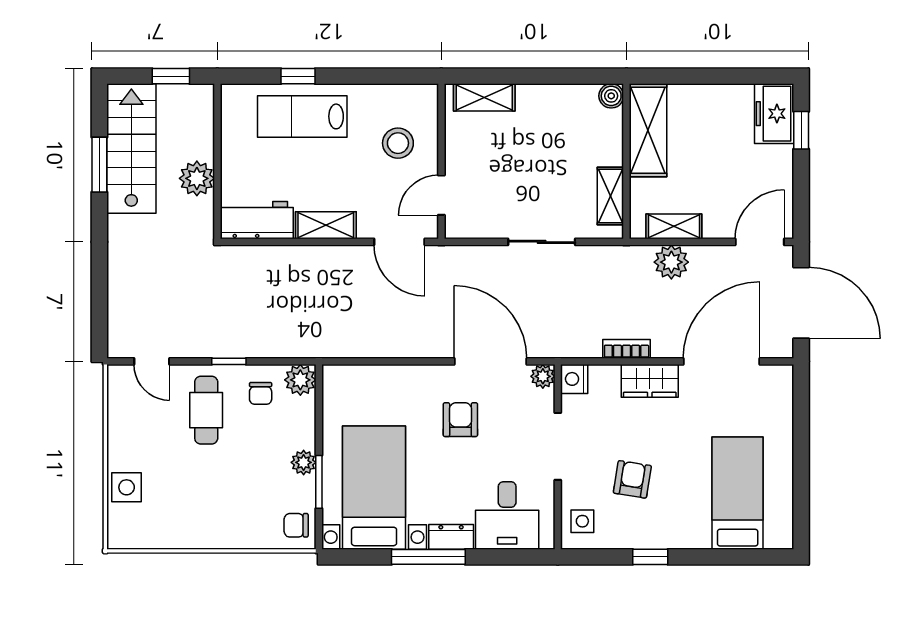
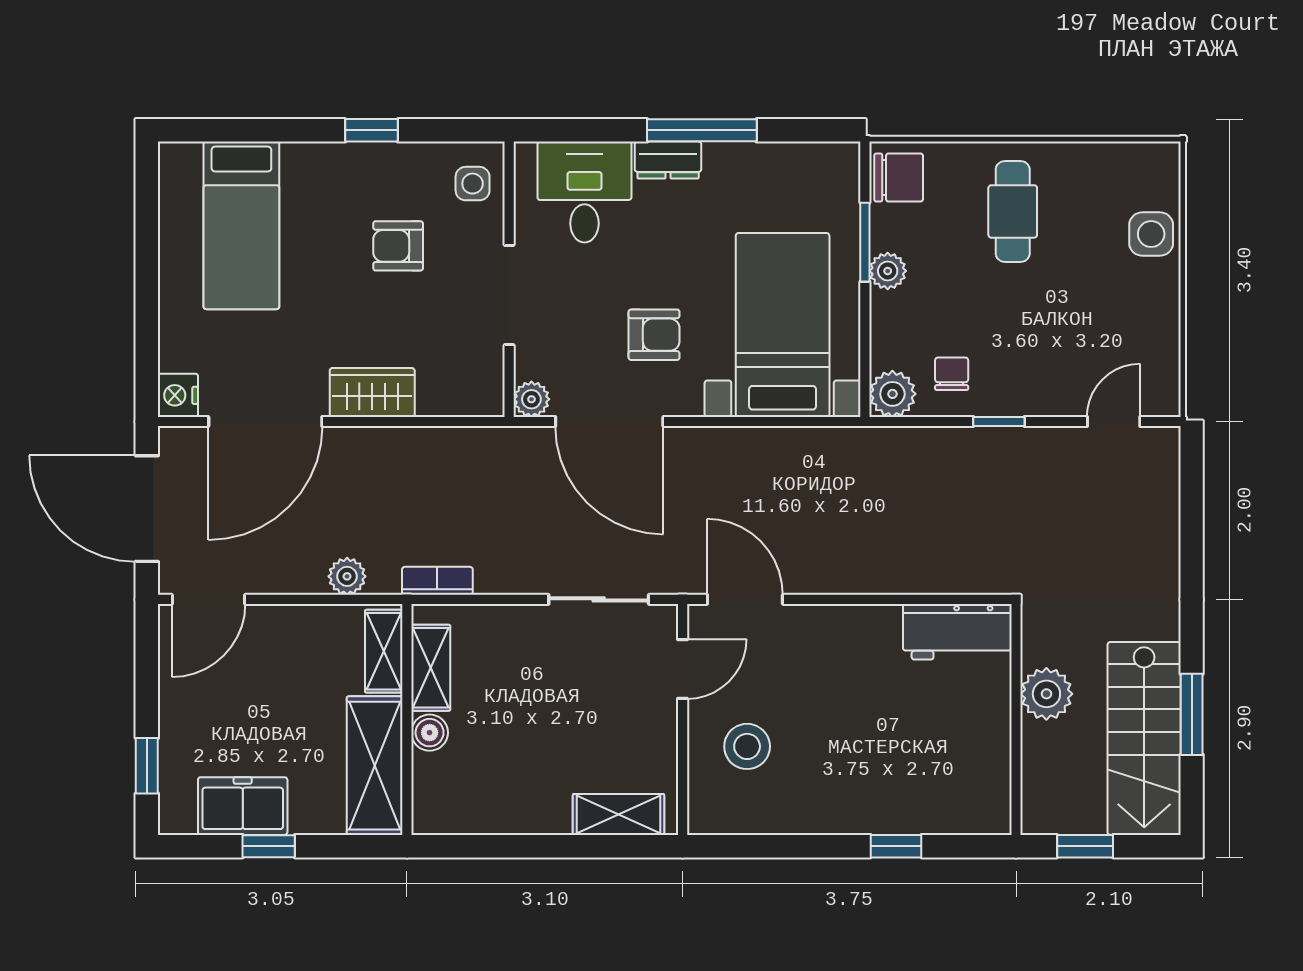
window: (719, 76) -> (269, 846), added
boiler: (611, 96) -> (430, 733), moved
freezer: (774, 114) -> (243, 806), moved, turned -90
lab bench: (302, 116) -> (890, 786), removed
shelving: (326, 225) -> (854, 624), removed
shelving: (674, 226) -> (384, 651), moved, turned 90
sliding door: (542, 242) -> (599, 599), moved
plant: (671, 262) -> (347, 576), width x0.73, depth x0.73
bookcase: (627, 349) -> (437, 581), moved, turned 180
door: (152, 361) -> (1114, 422), hinge flipped
nightstand: (574, 379) -> (178, 395), moved, turned 180
cafe table: (206, 410) -> (1013, 211), moved
armchair: (460, 420) -> (654, 335), turned -90
armchair: (632, 479) -> (398, 246), turned 81
bed with nightstands: (374, 488) -> (783, 325), moved, turned 180
chair: (296, 525) -> (899, 178), width x1.37, depth x1.37

